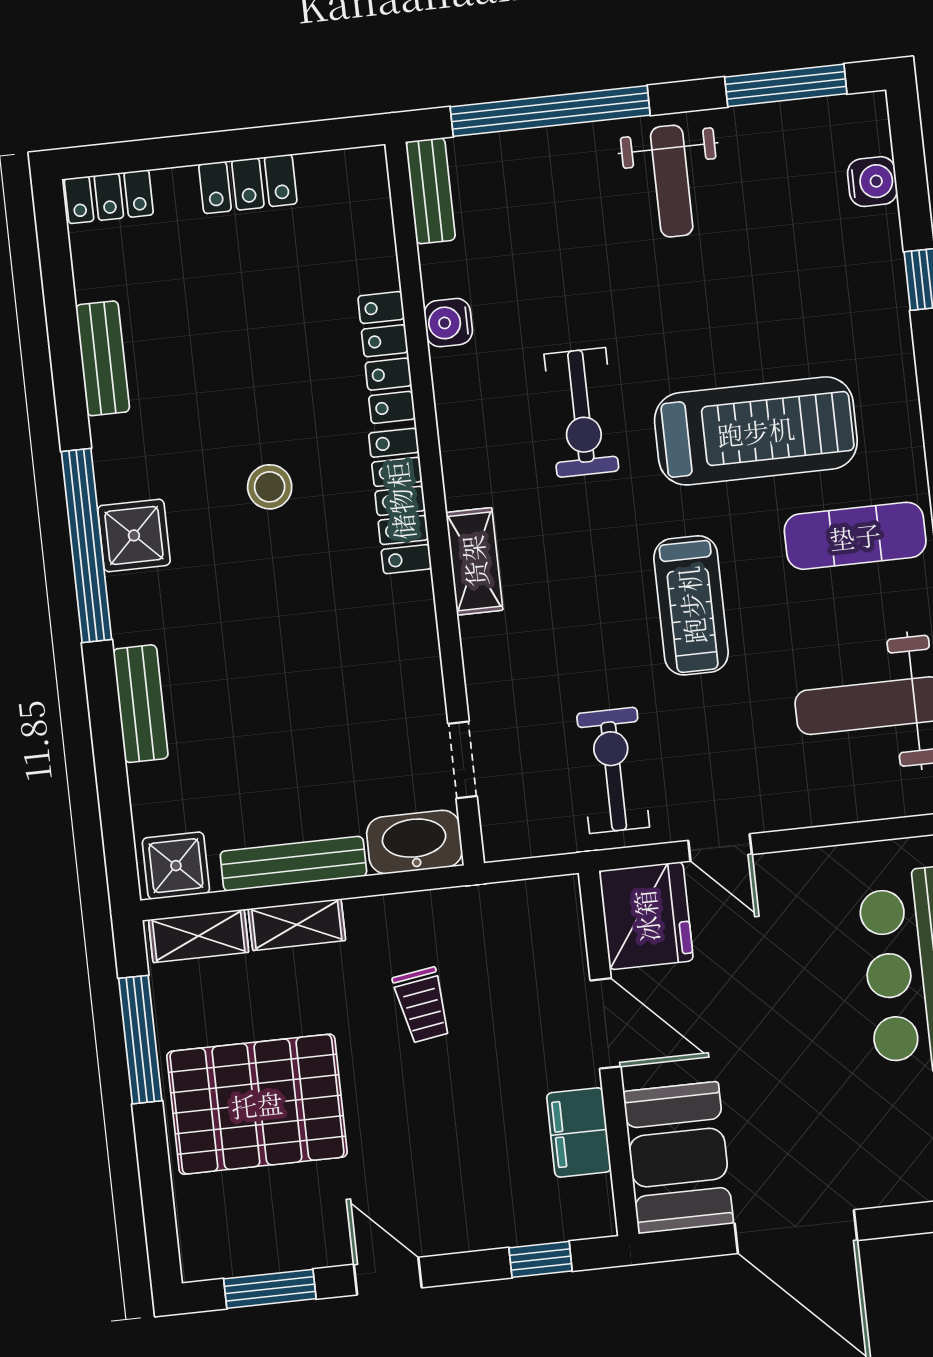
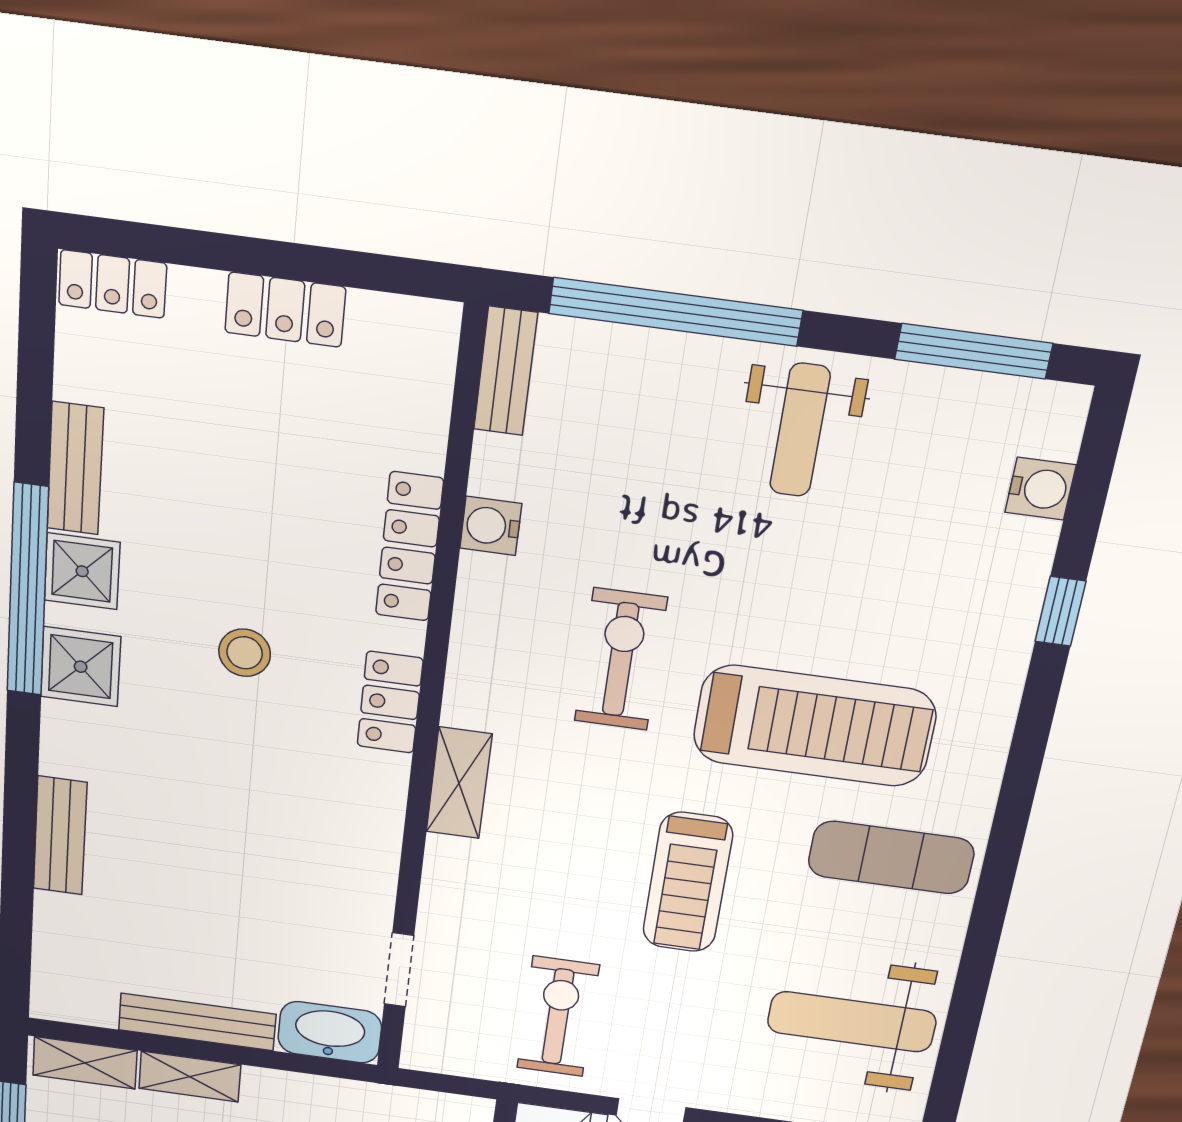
exercise bike: (581, 412) -> (621, 659), turned 180
locker: (400, 501) -> (390, 702), width x0.66
window: (87, 546) -> (28, 590), moved
shower: (176, 866) -> (82, 571), moved

